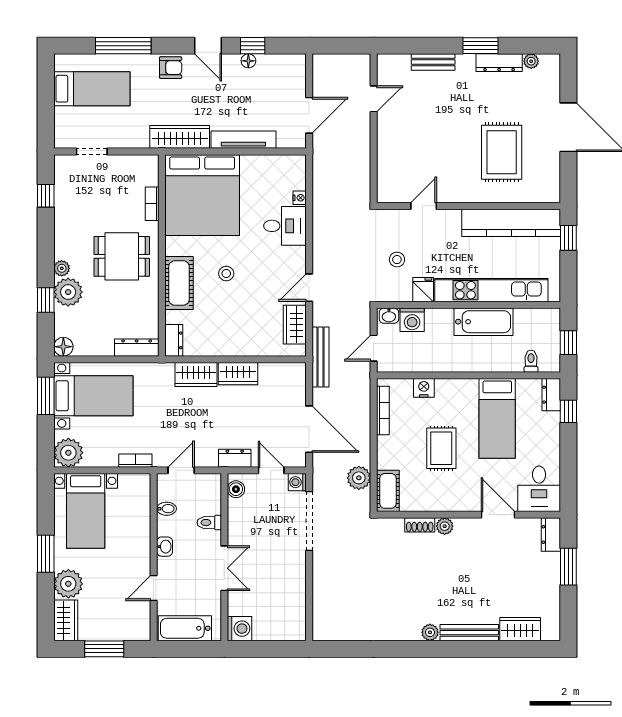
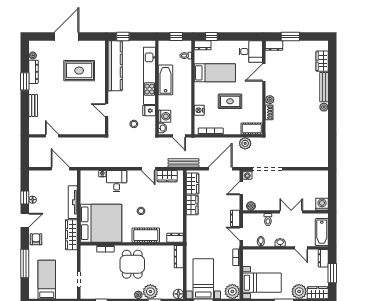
wardrobe: (196, 374) -> (192, 184), moved
dresser: (235, 458) -> (235, 218), moved
dresser: (133, 631) -> (323, 258), added

